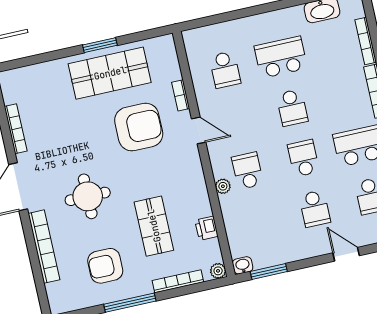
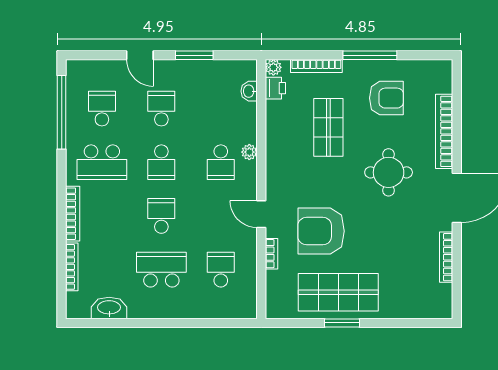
school desk: (281, 57) -> (161, 270), turned 180
printer: (207, 228) -> (275, 88), moved
washbasin: (243, 265) -> (249, 91), moved, turned 90
window: (269, 272) -> (194, 55), moved

